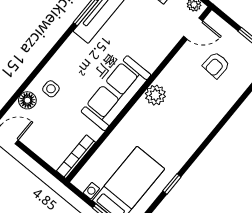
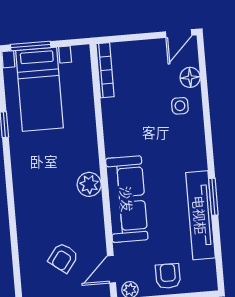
armchair: (216, 65) -> (63, 258), turned -146
sofa: (116, 93) -> (127, 199), moved

